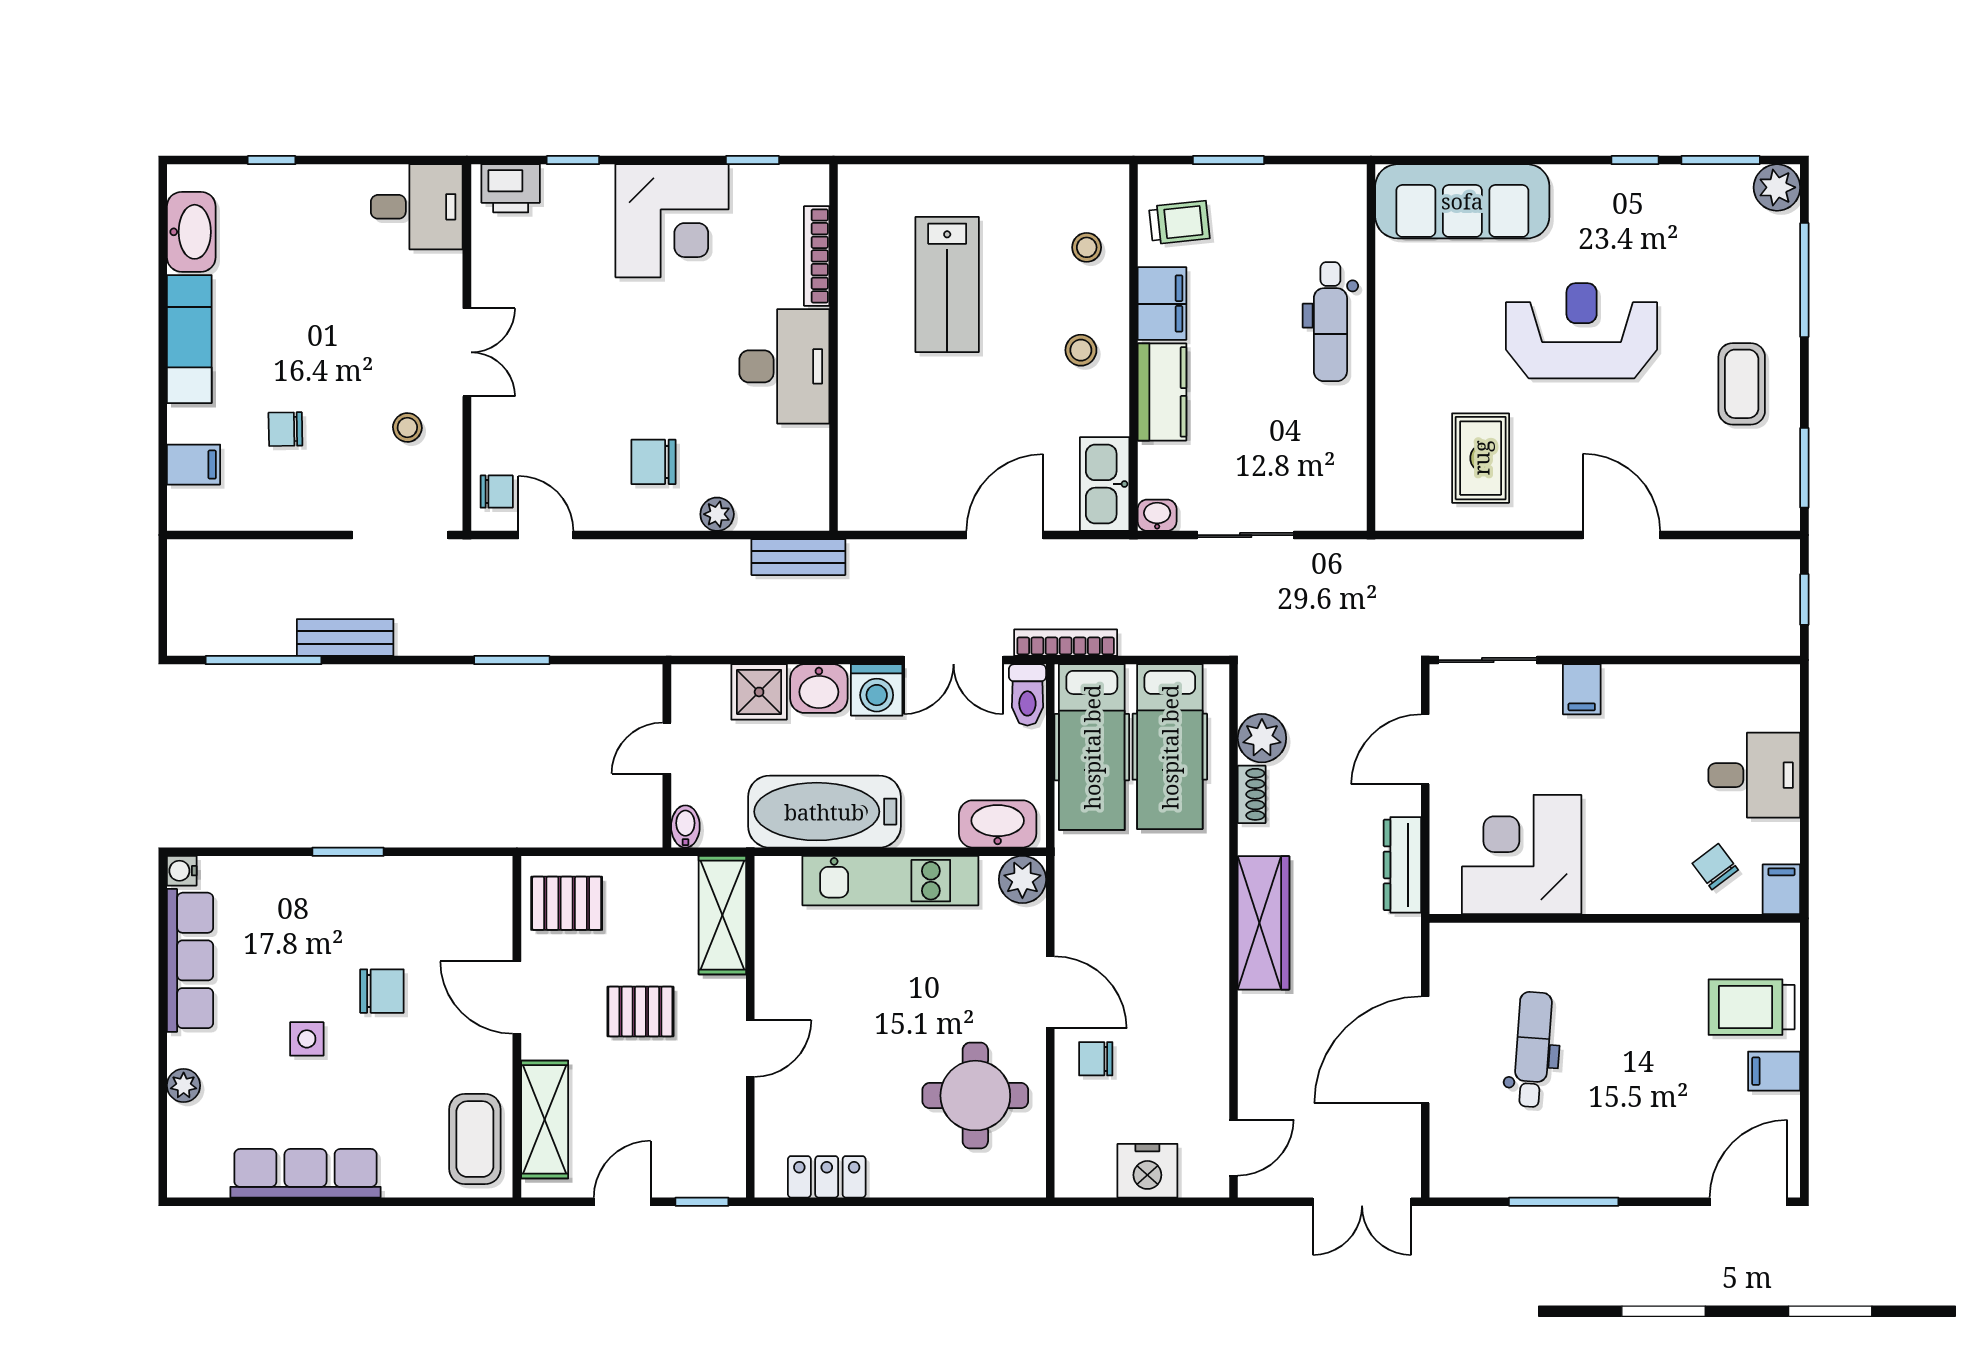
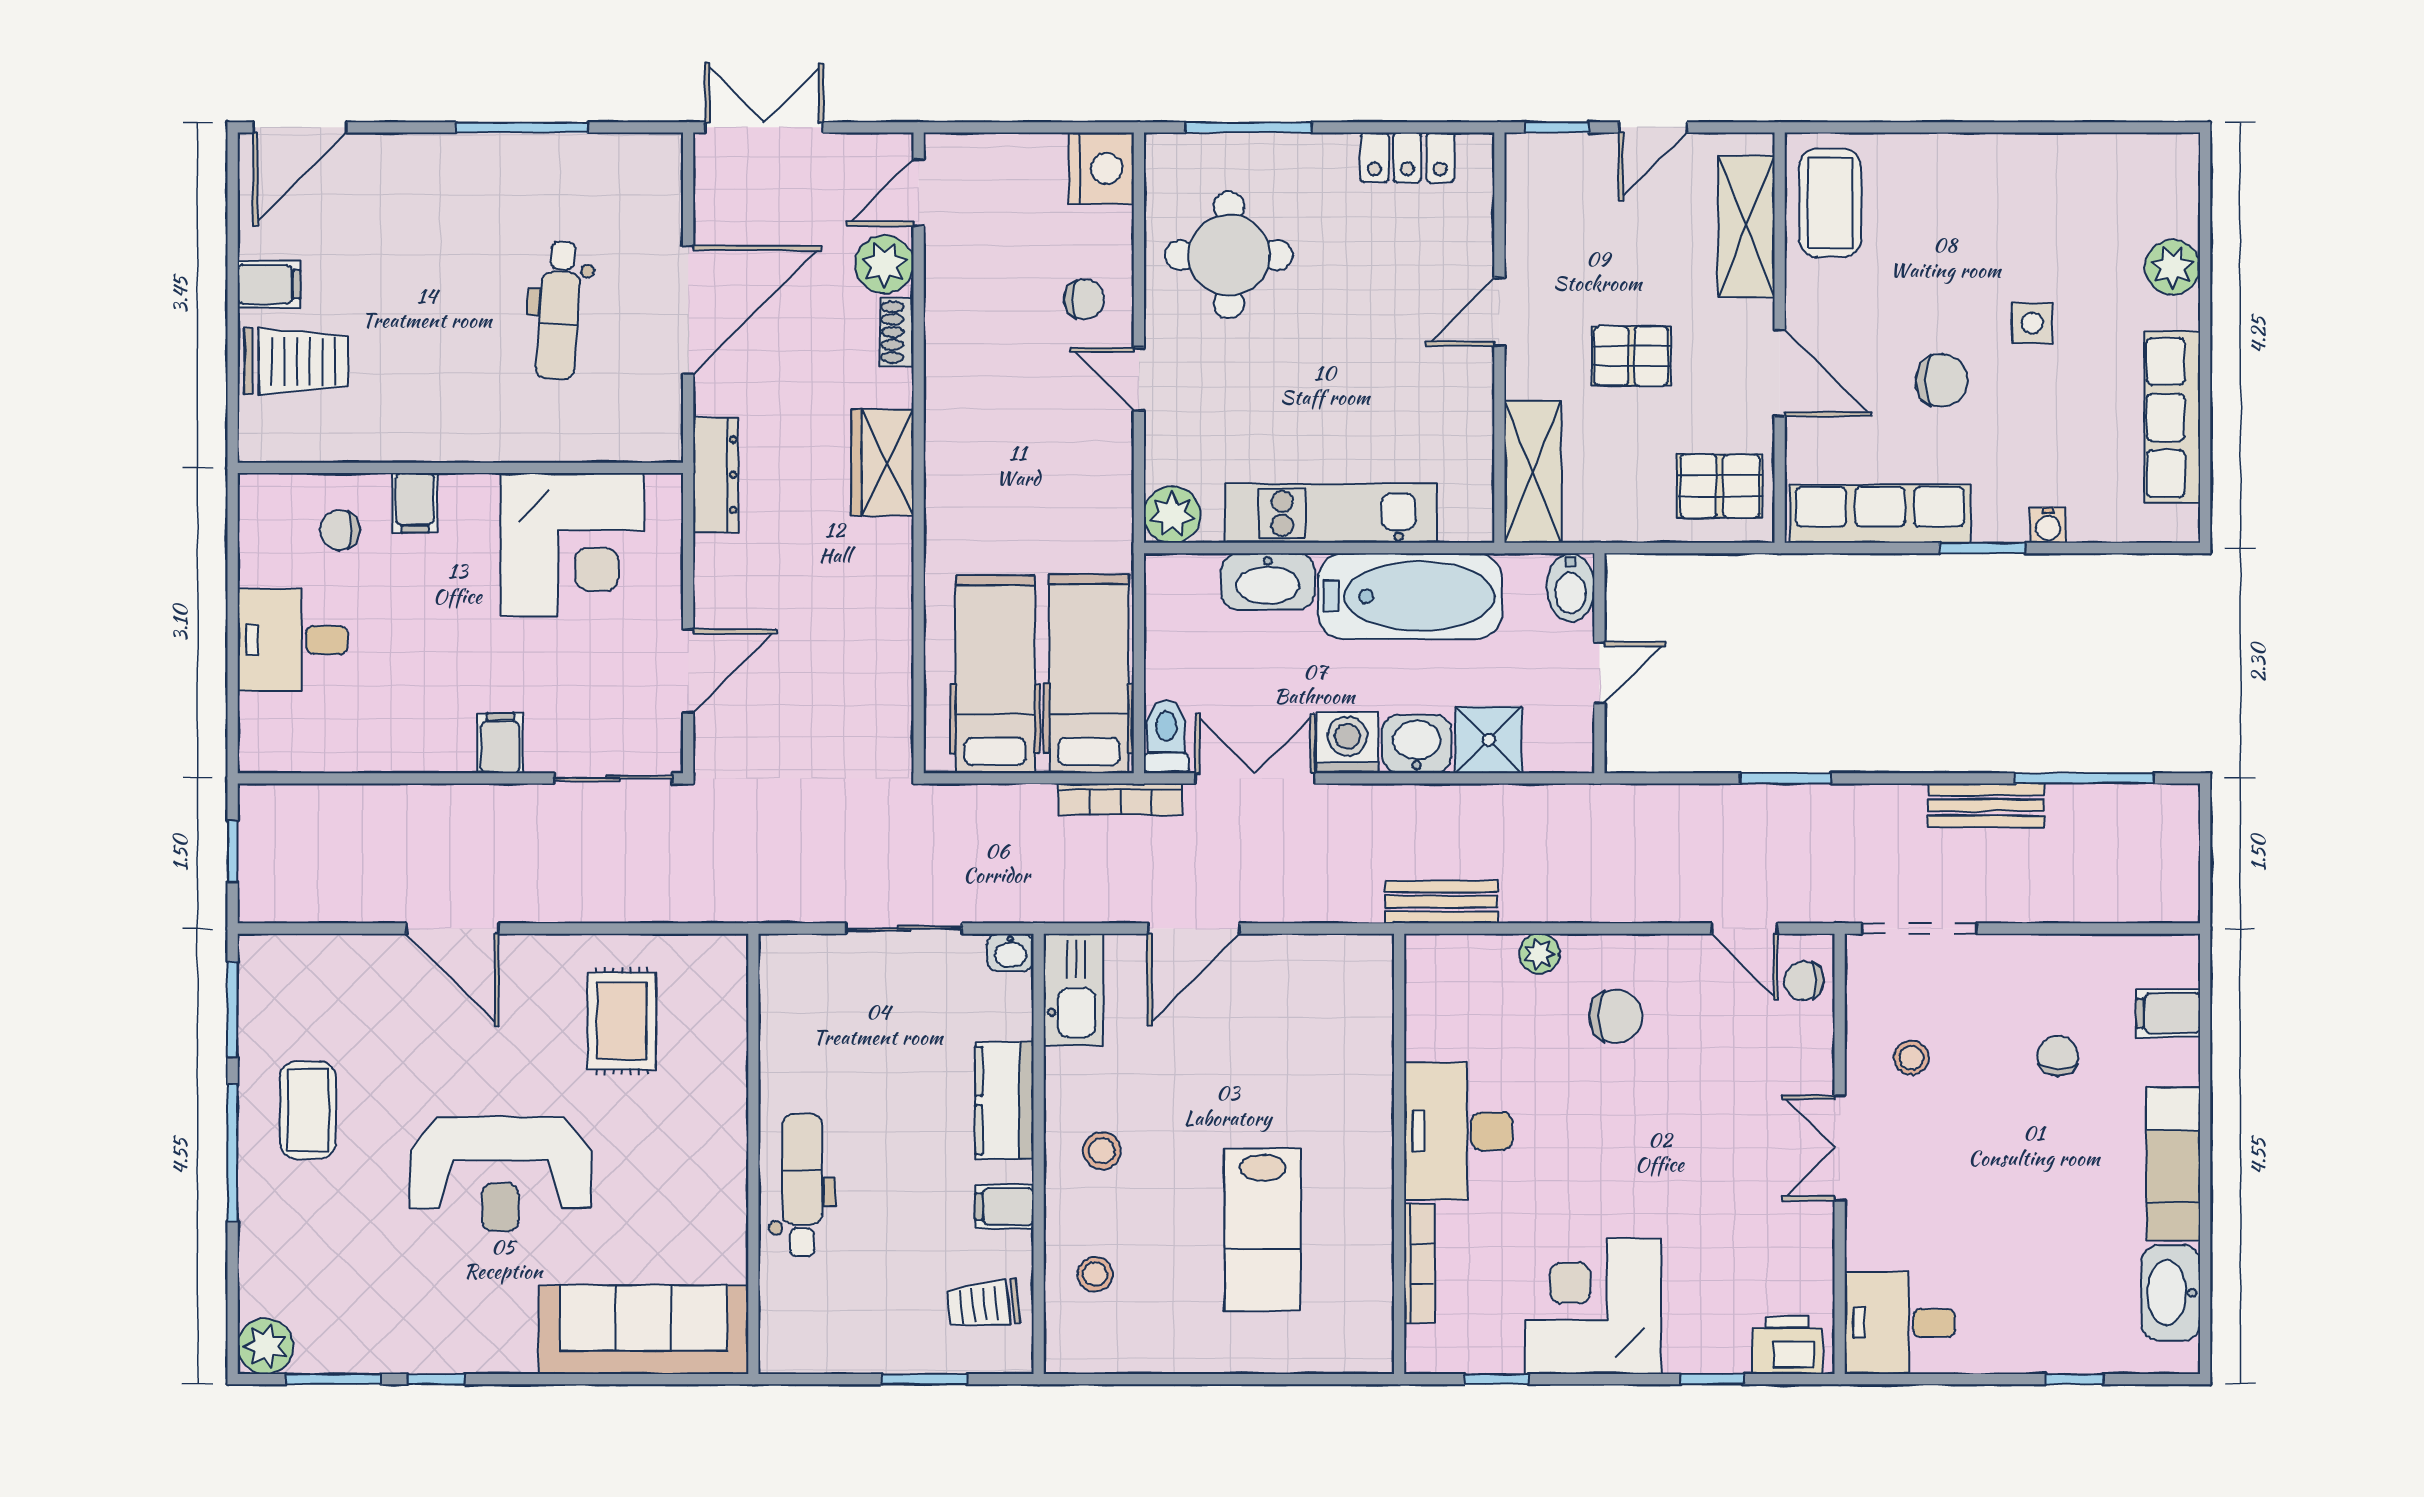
window: (1804, 280) -> (233, 1153), moved
lab bench: (947, 284) -> (1263, 1230), turned 180
filing cabinet: (1162, 304) -> (1004, 1207), width x0.50
chair: (285, 429) -> (2058, 1056), turned -89
plant: (1262, 738) -> (884, 264), moved
shoe rack: (1252, 794) -> (897, 332), moved
washbasin: (998, 824) -> (1268, 581), moved
bidet: (685, 826) -> (1571, 587), width x1.38, depth x1.36
dresser: (1402, 865) -> (716, 475), moved
chair: (1715, 867) -> (340, 530), turned 127
water cooler: (182, 871) -> (2048, 525), moved, turned 90
filing cabinet: (1781, 889) -> (415, 503), moved
wardrobe: (1263, 923) -> (883, 462), width x0.67
chair: (382, 991) -> (1942, 381), turned 180
door: (1050, 992) -> (1139, 379), width x0.73
plant: (184, 1085) -> (2173, 267), width x1.38, depth x1.38
nightstand: (1147, 1171) -> (1101, 168), moved, turned 90
row of seats: (306, 1173) -> (1880, 514), moved, turned 180
window: (959, 1202) -> (1248, 127), added

